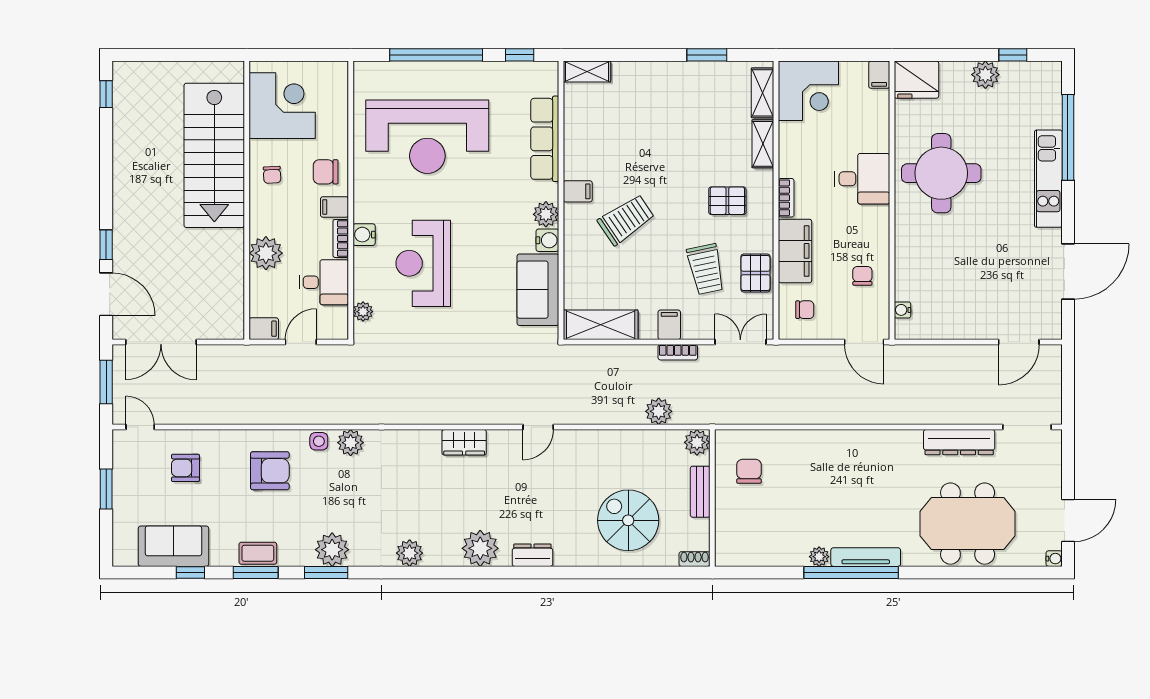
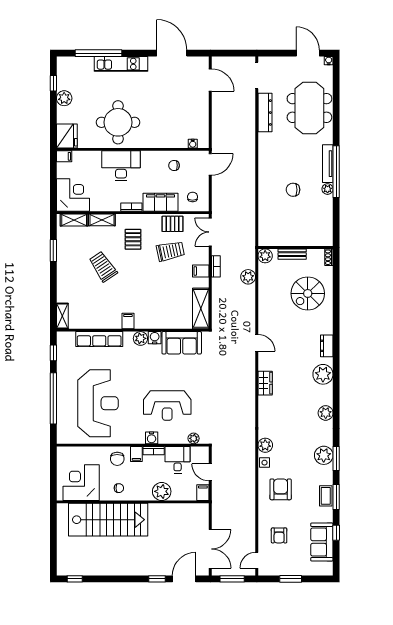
desk: (862, 179) -> (121, 166), width x1.37
trolley: (626, 220) -> (103, 267), moved
chair: (749, 471) -> (293, 190), moved

